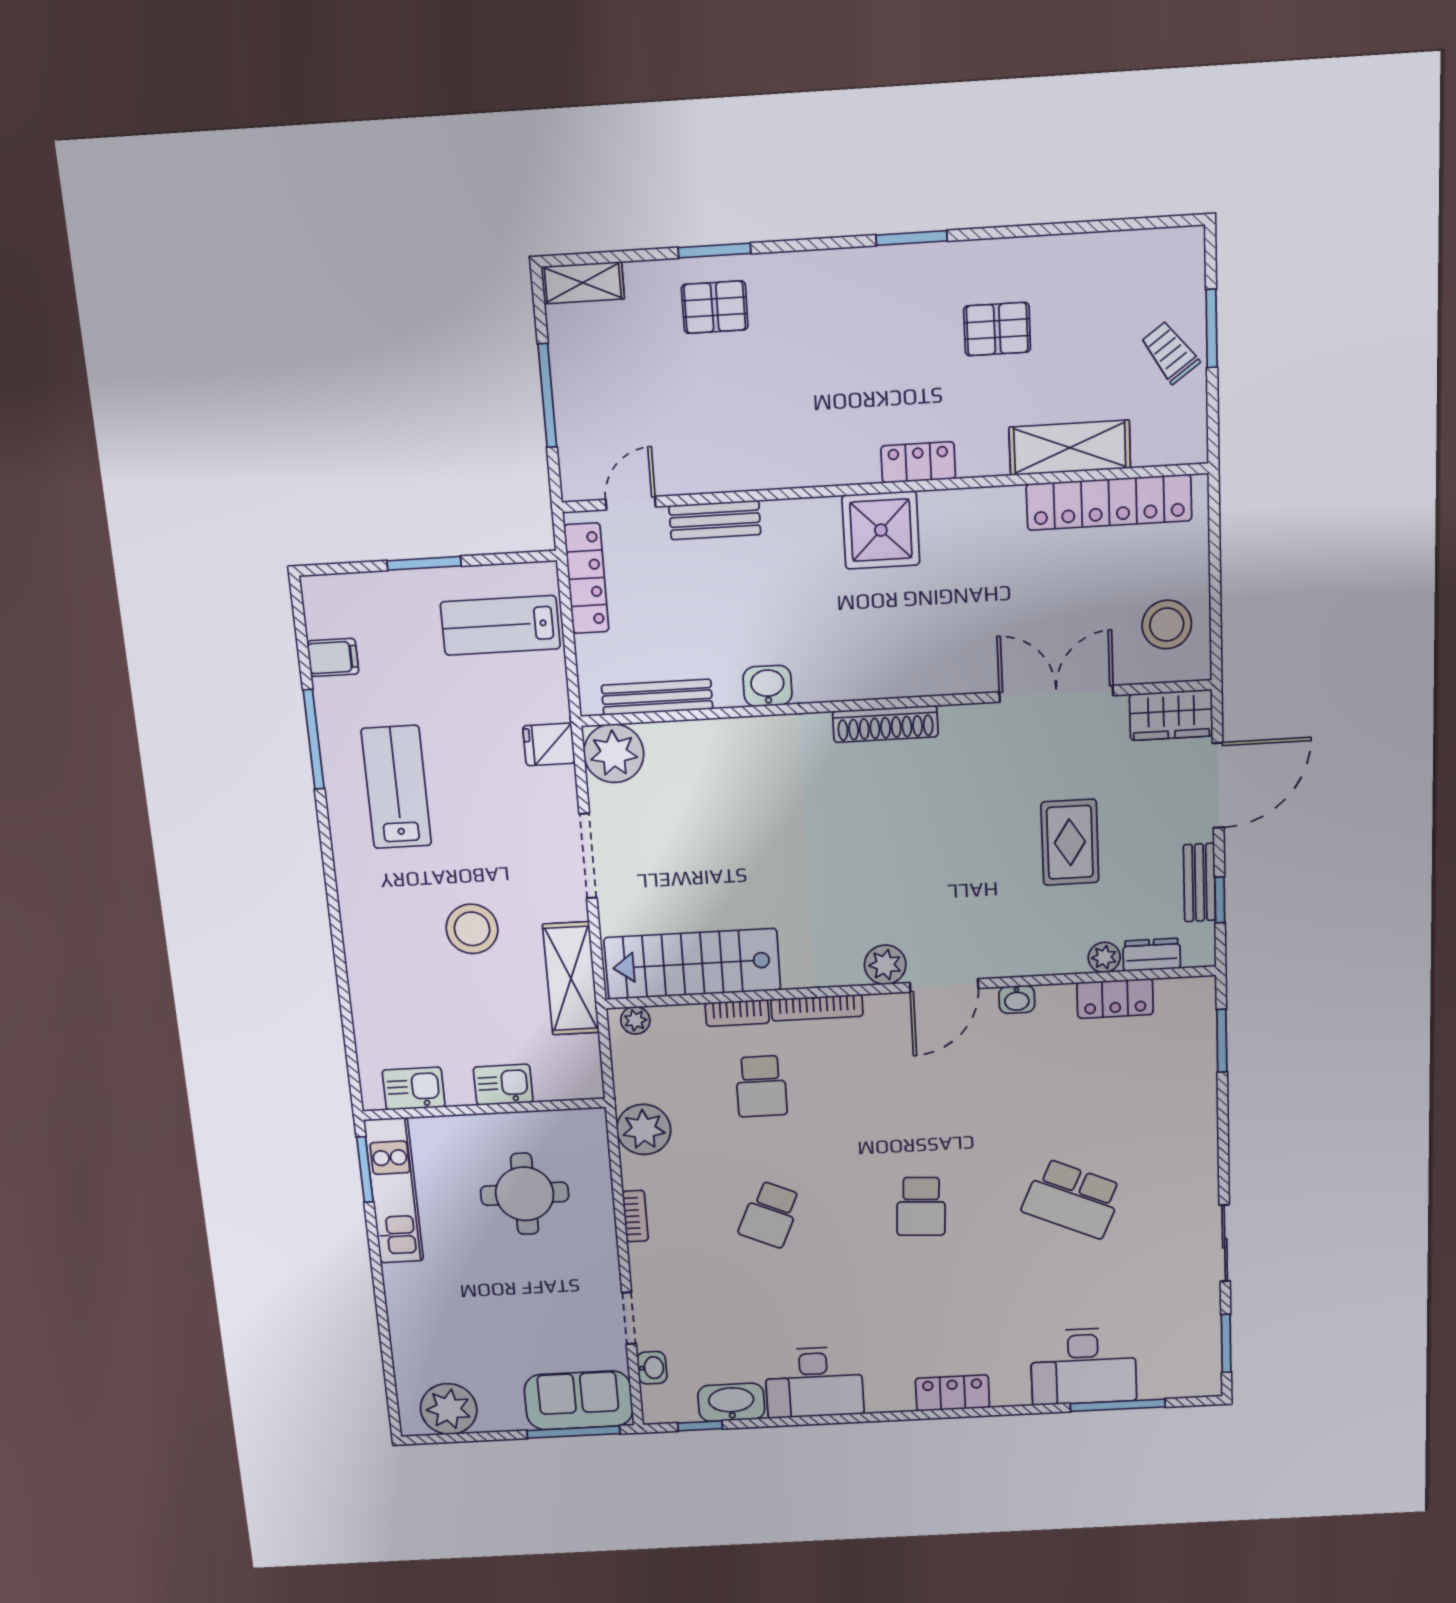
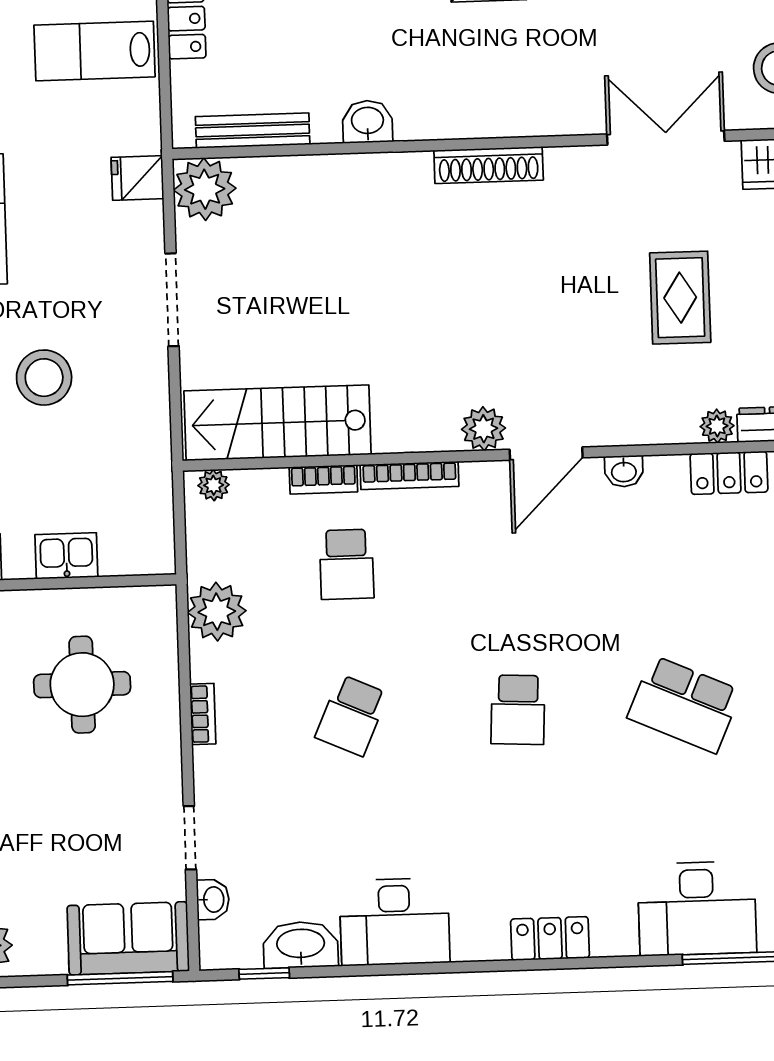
shelving: (571, 978) -> (147, 436), removed

